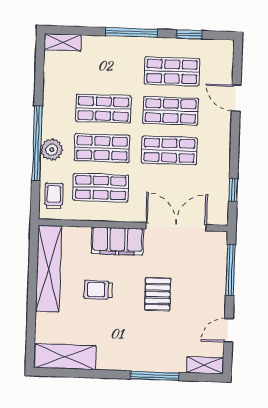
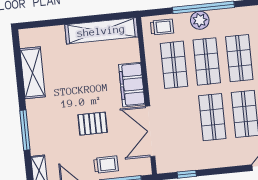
double door: (176, 227) -> (150, 131), swing flipped
trolley: (98, 290) -> (106, 165), moved, turned 89
shelving: (65, 357) -> (33, 73), moved

